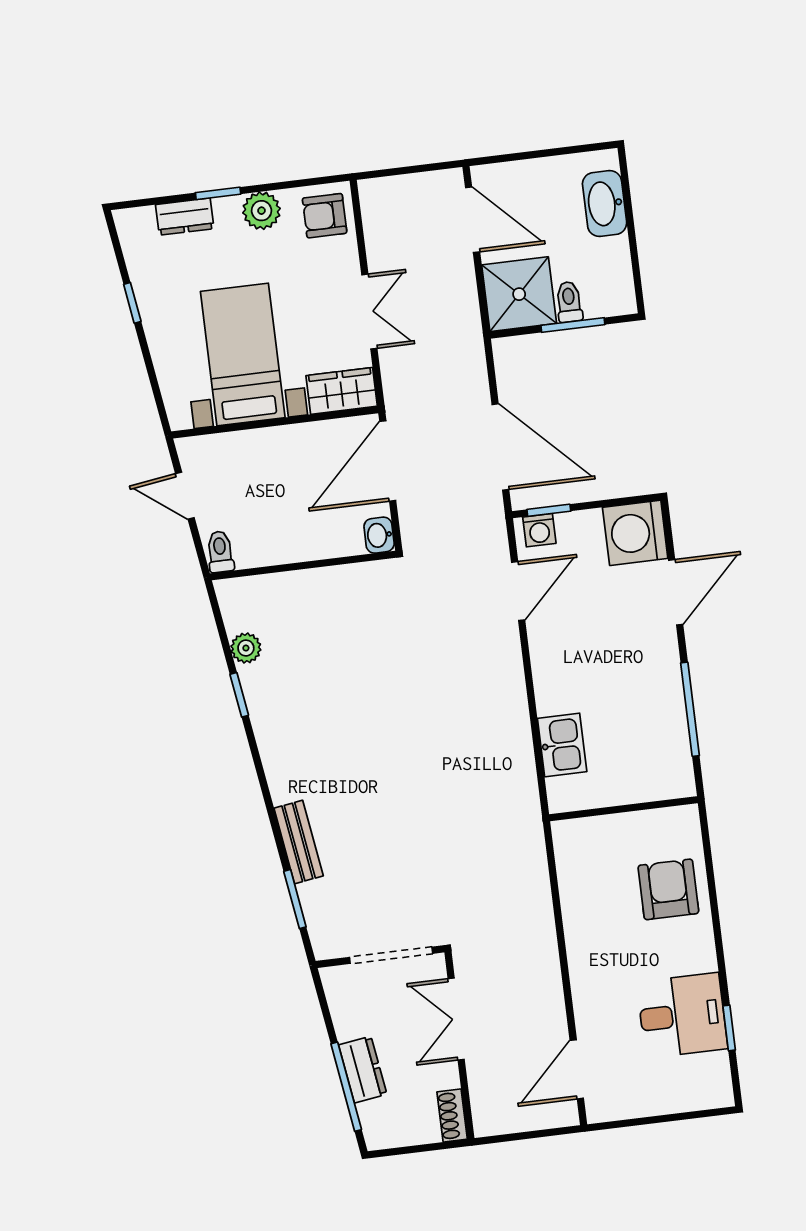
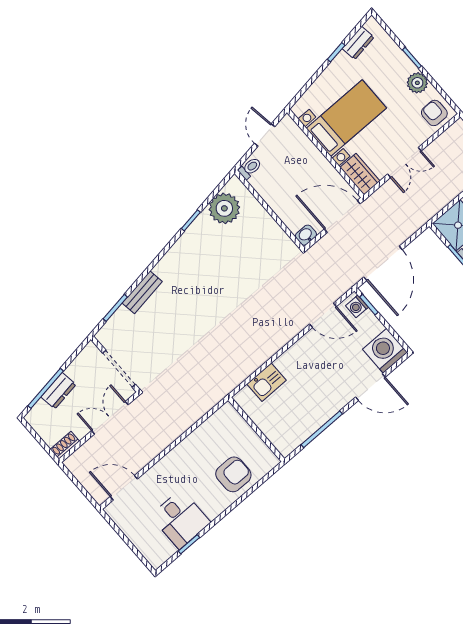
dresser: (185, 217) -> (358, 43), moved, turned -98
plant: (246, 648) -> (224, 208), width x1.88, depth x1.88

